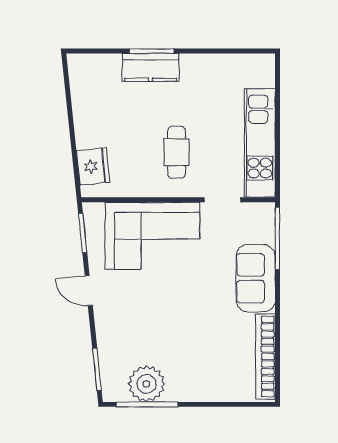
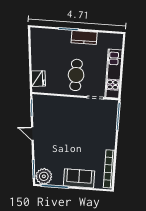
kitchen counter: (151, 67) -> (84, 38), moved
cafe table: (177, 152) -> (76, 75), width x1.37, depth x1.35
corner sofa: (152, 236) -> (63, 111), removed
sofa: (256, 278) -> (79, 178), moved, turned 90
plant: (146, 384) -> (44, 176), moved

